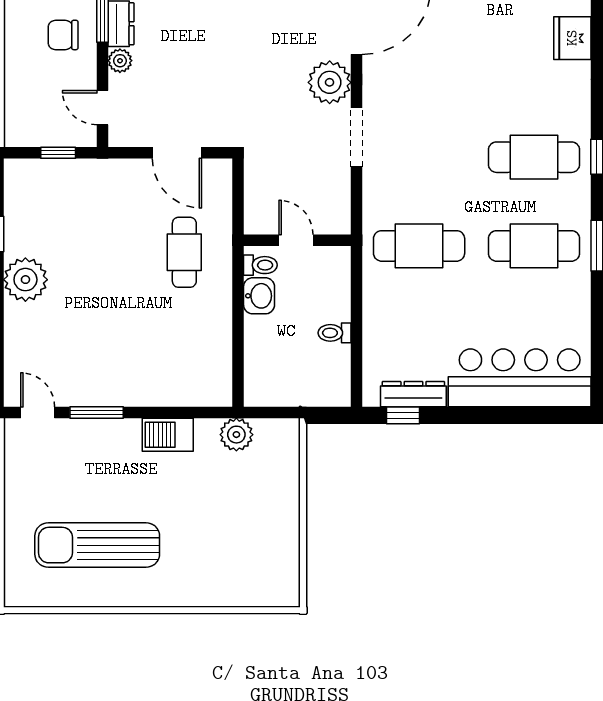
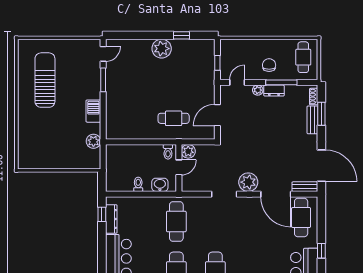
plant: (259, 219) -> (188, 151), added
washbasin: (259, 296) -> (160, 185), moved, turned 180

